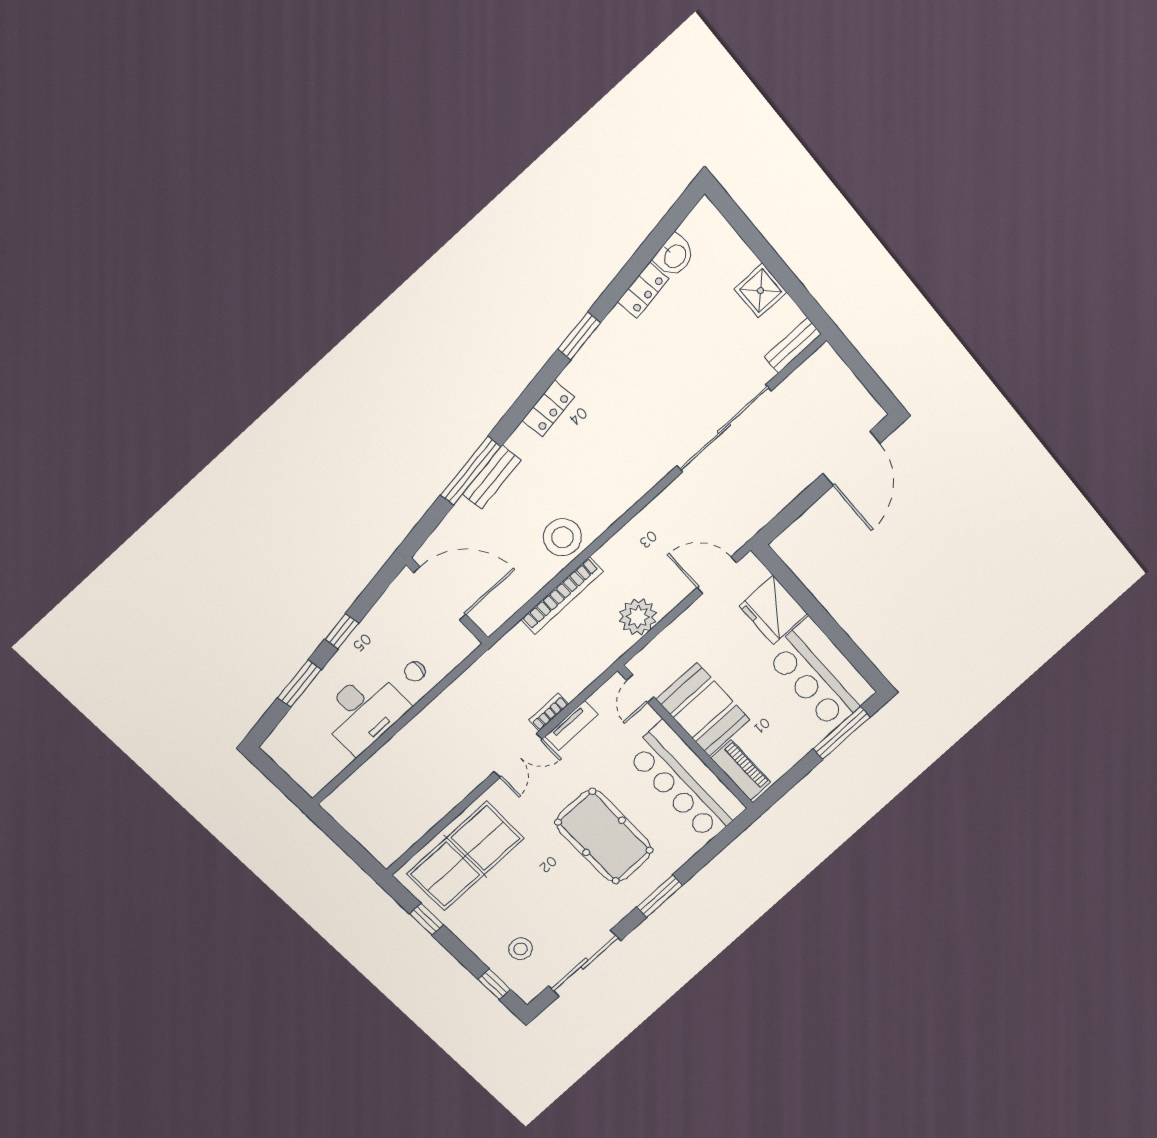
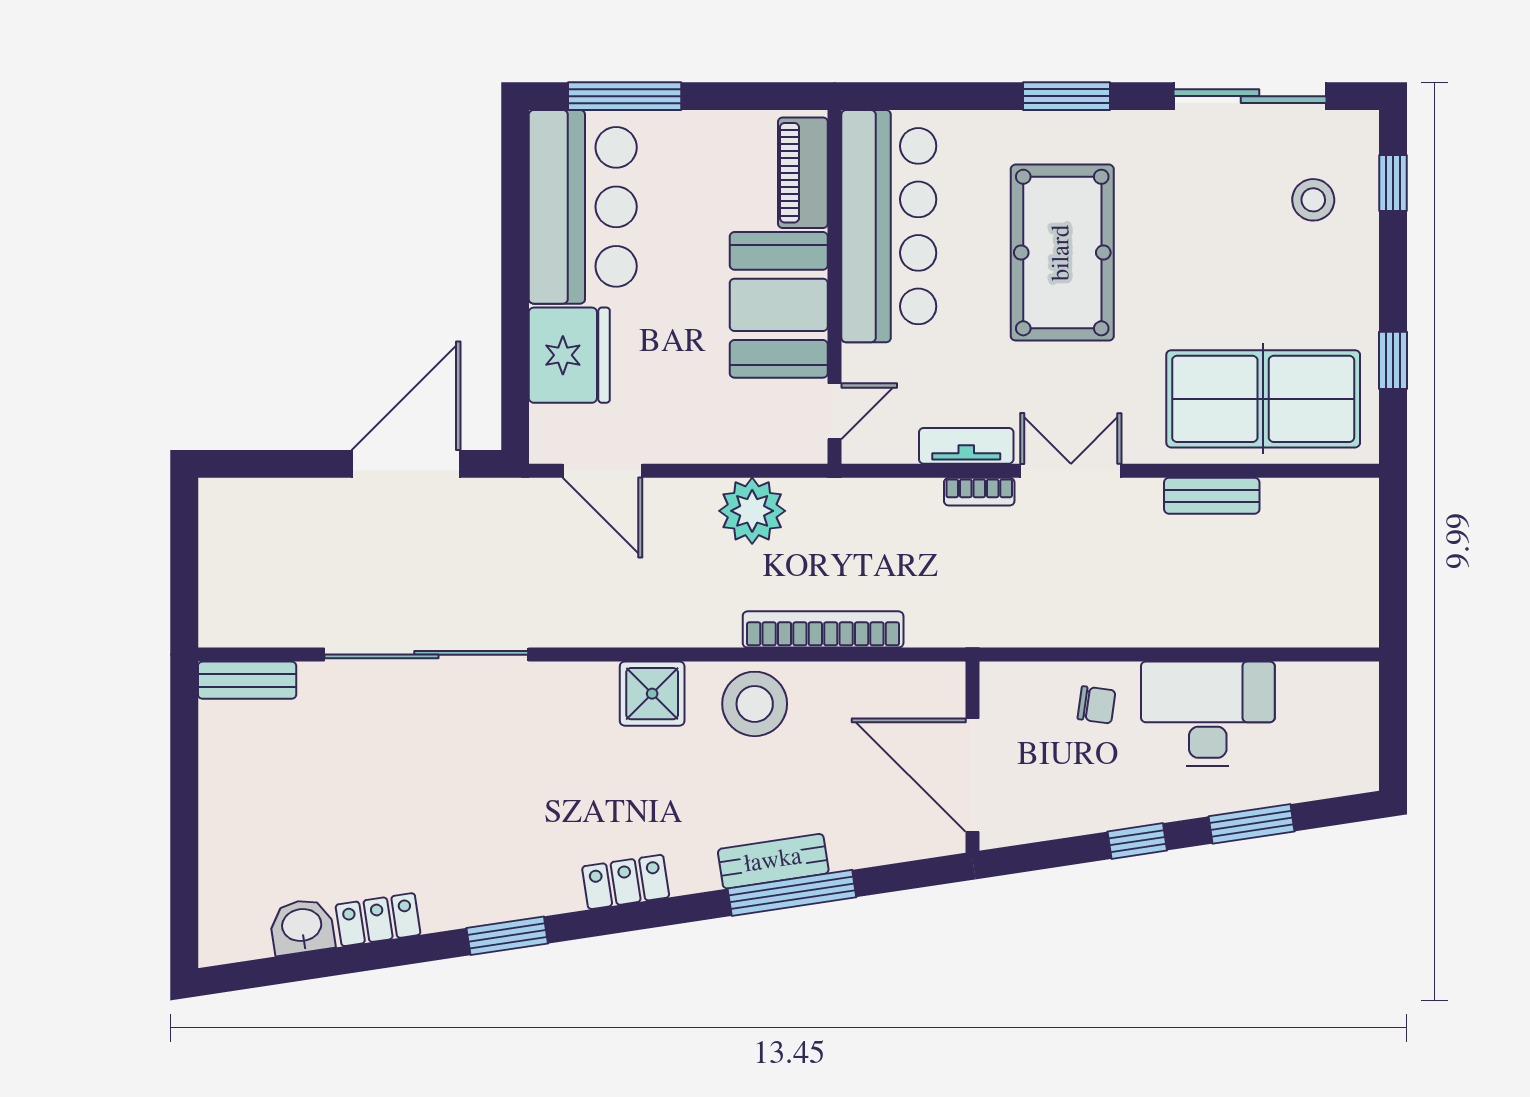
shower: (760, 291) -> (652, 694), moved
door: (851, 458) -> (406, 464), moved
bench: (449, 799) -> (1212, 496), added

